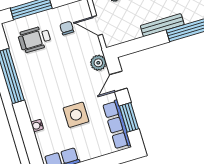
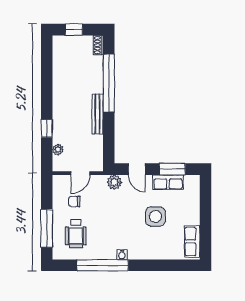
row of seats: (117, 125) -> (168, 182), width x0.68
water cooler: (37, 126) -> (122, 255), moved

